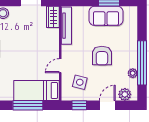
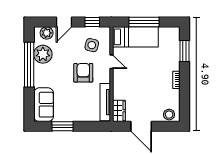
sofa: (106, 16) -> (44, 105), moved, turned 90
armchair: (102, 56) -> (83, 73), moved
door: (60, 66) -> (111, 62), hinge flipped
plant: (133, 73) -> (43, 54), width x1.87, depth x1.87

